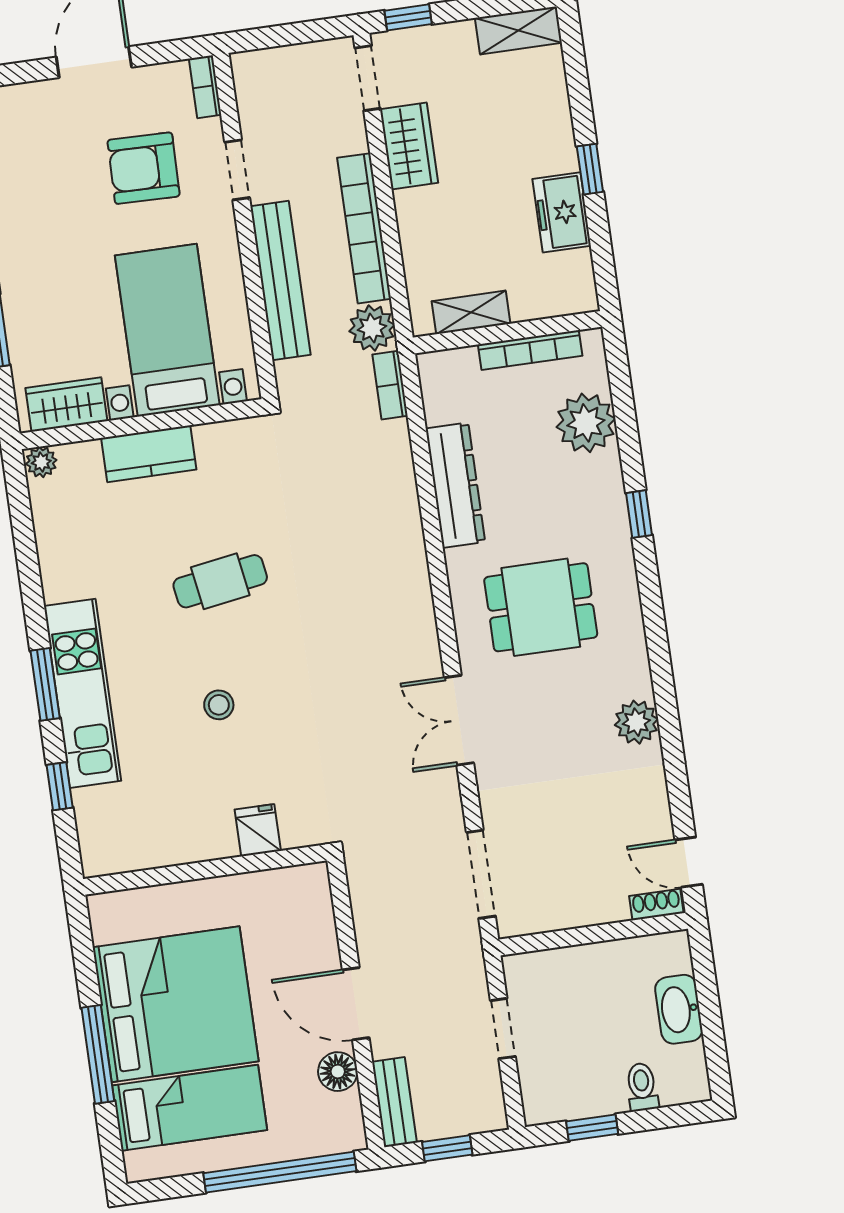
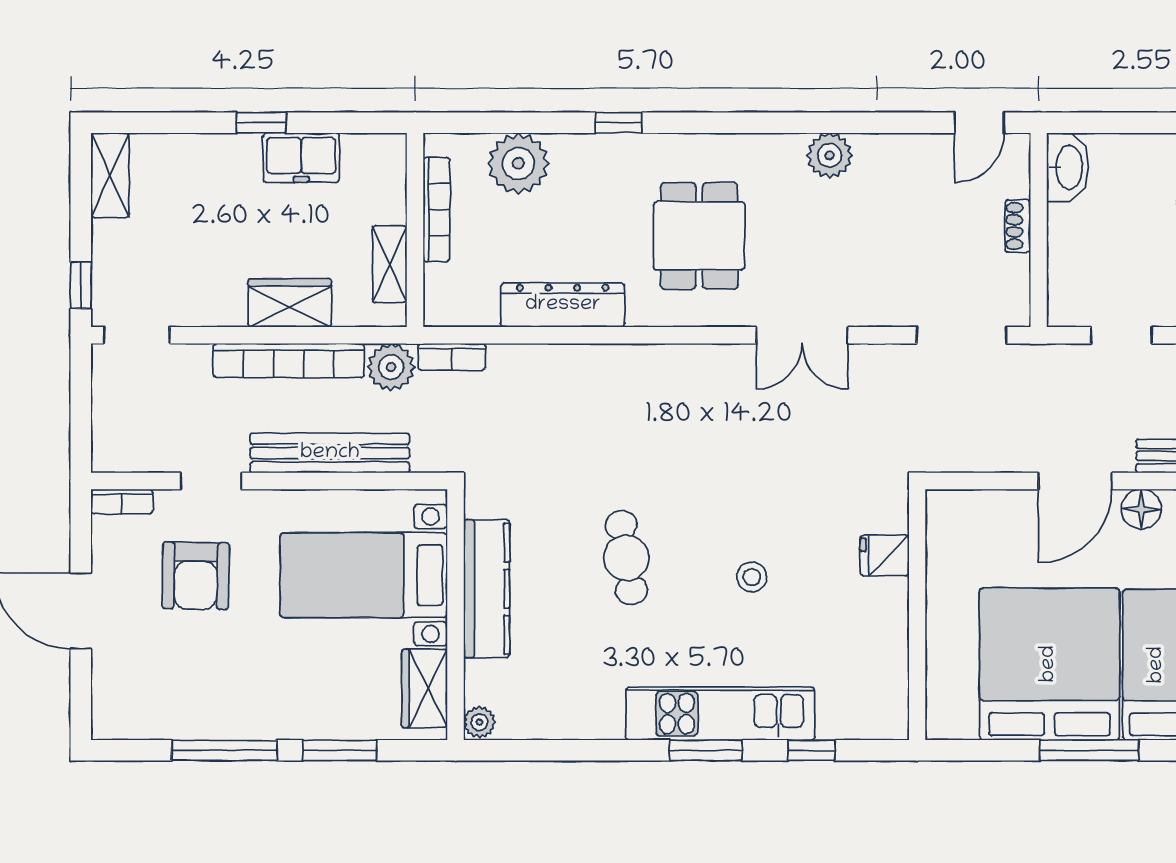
wardrobe: (409, 146) -> (290, 303), moved
kitchen counter: (149, 454) -> (487, 589), width x1.50
shoe rack: (656, 905) -> (1018, 226), moved
washbasin: (679, 1009) -> (1068, 167), moved, turned -90

